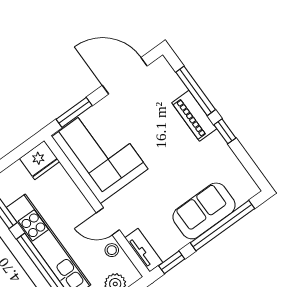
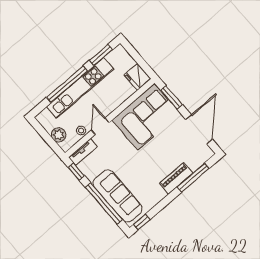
window: (225, 131) -> (142, 222), moved
sofa: (204, 211) -> (118, 196), width x1.36

